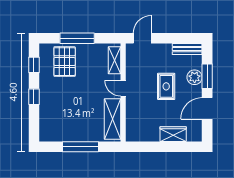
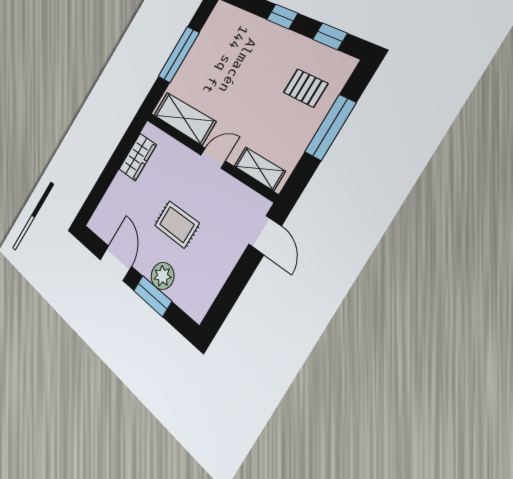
bench: (187, 49) -> (206, 295), removed
pallet: (65, 62) -> (305, 88), width x0.67, depth x0.71
wardrobe: (173, 134) -> (138, 157), moved

